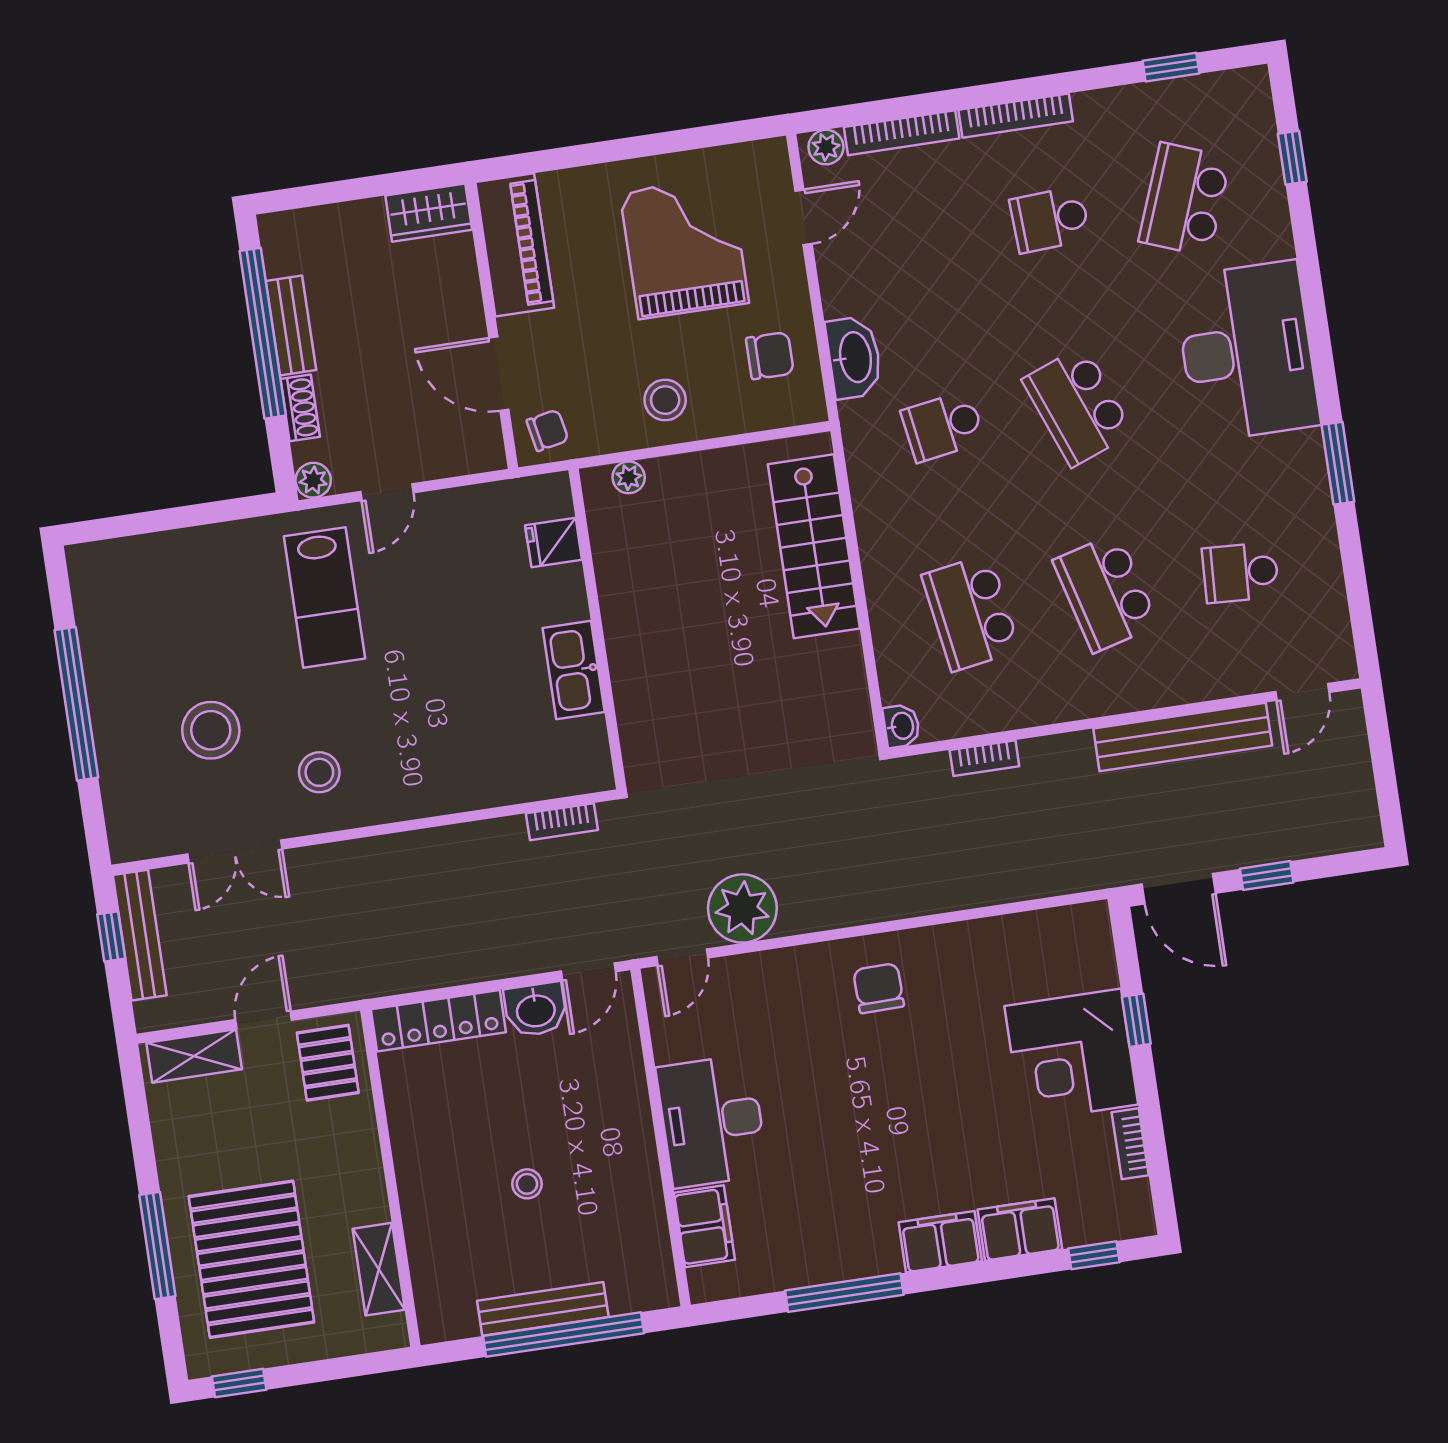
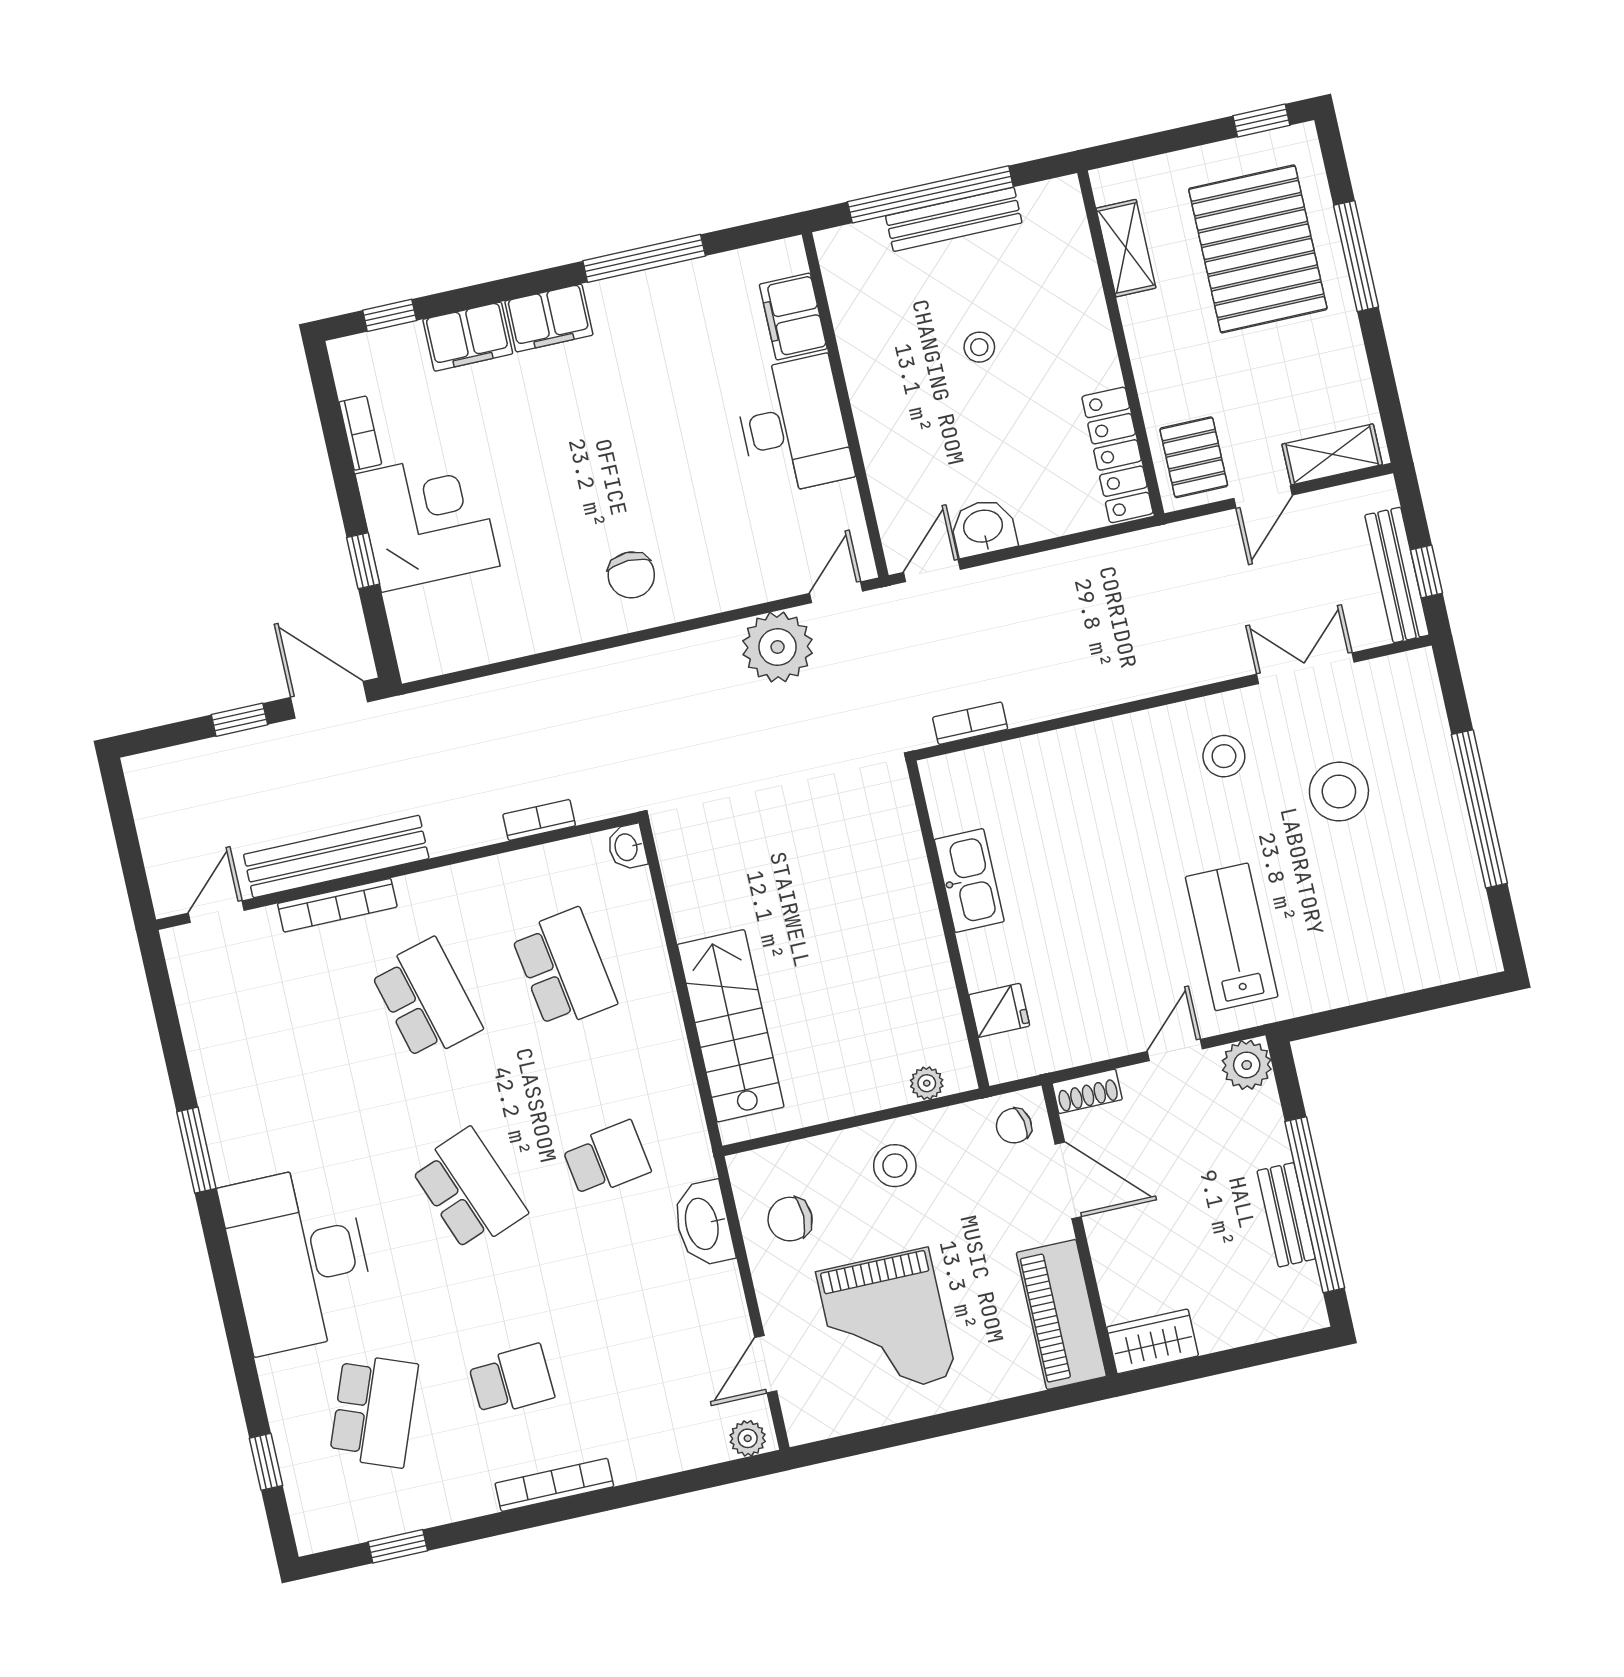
bookcase: (902, 133) -> (337, 905), moved, turned 180
shoe rack: (300, 408) -> (1087, 1091), moved, turned -90
plant: (313, 480) -> (1247, 1065), width x1.38, depth x1.38
school desk: (1240, 573) -> (289, 1030), removed
locker: (438, 1021) -> (1117, 455), moved, turned -90

